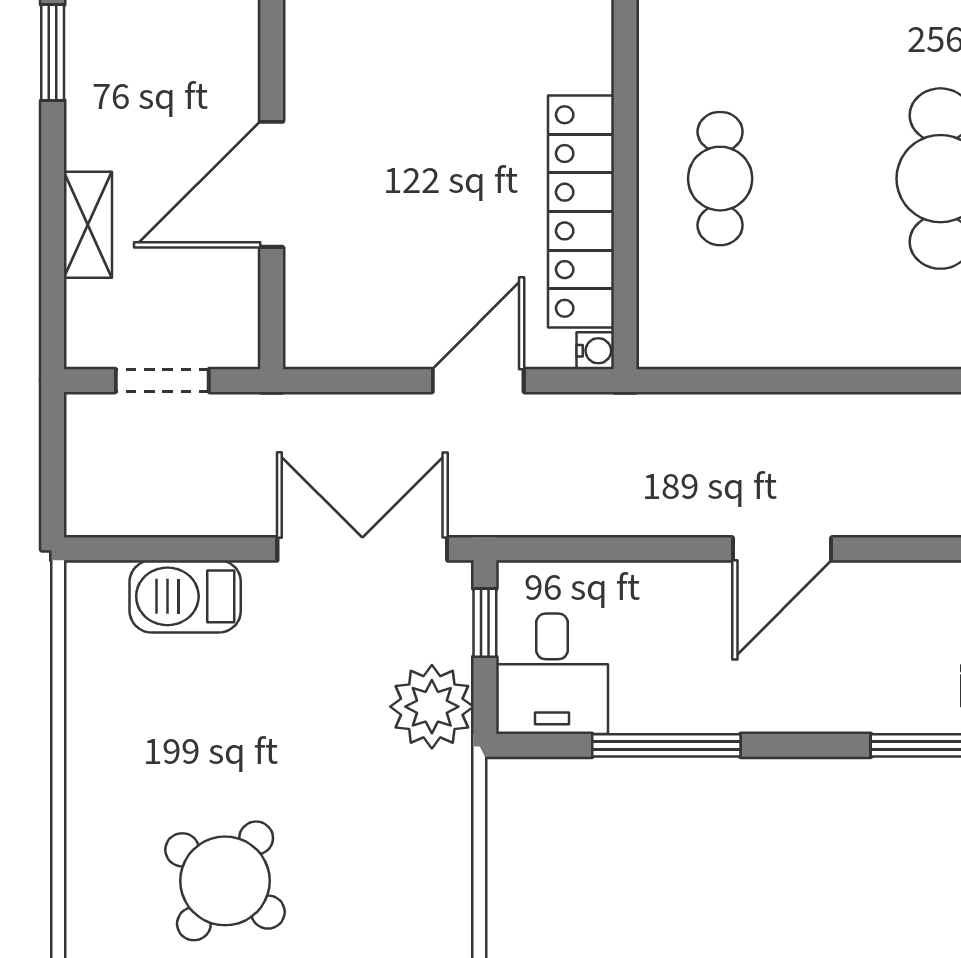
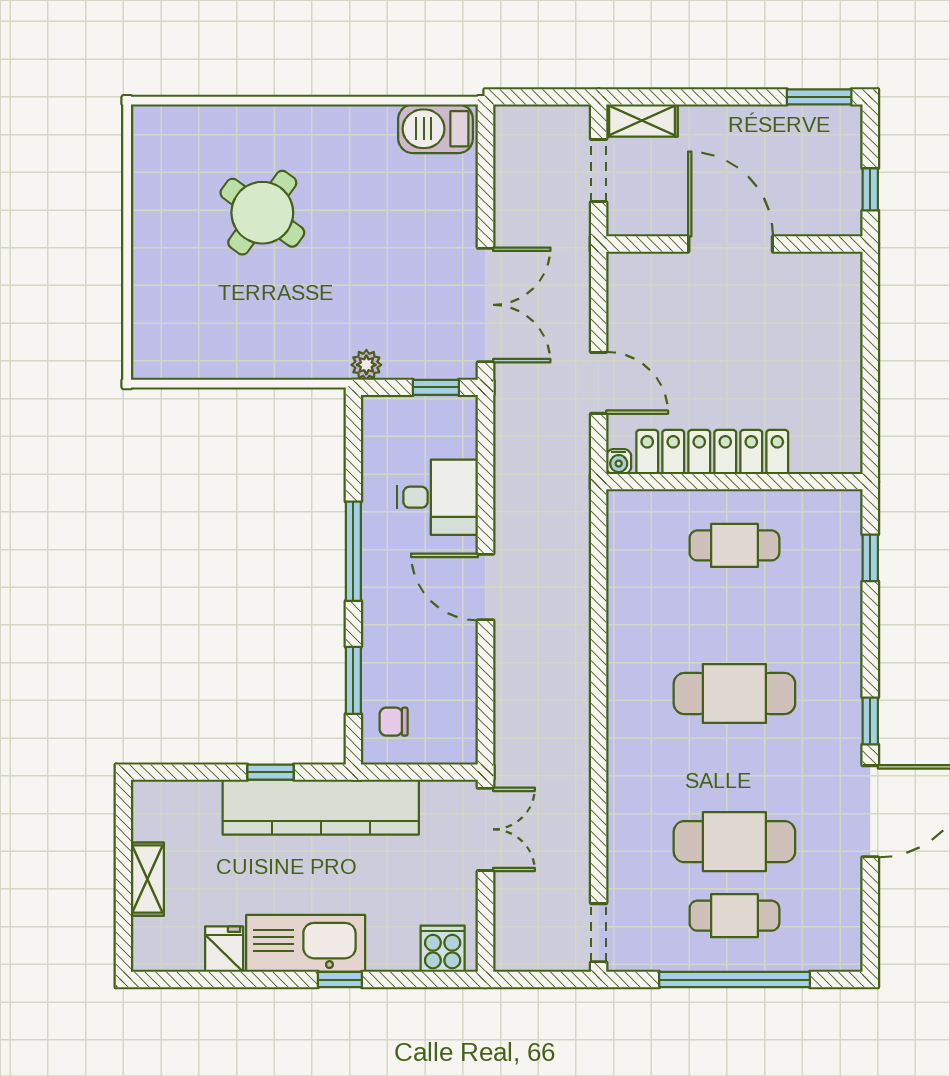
shelving: (88, 225) -> (642, 121), moved
barbecue: (185, 596) -> (436, 129), moved, turned -90
desk: (552, 674) -> (437, 497), moved, turned 180
plant: (432, 707) -> (366, 365), width x0.53, depth x0.53
window: (666, 745) -> (353, 551), moved

